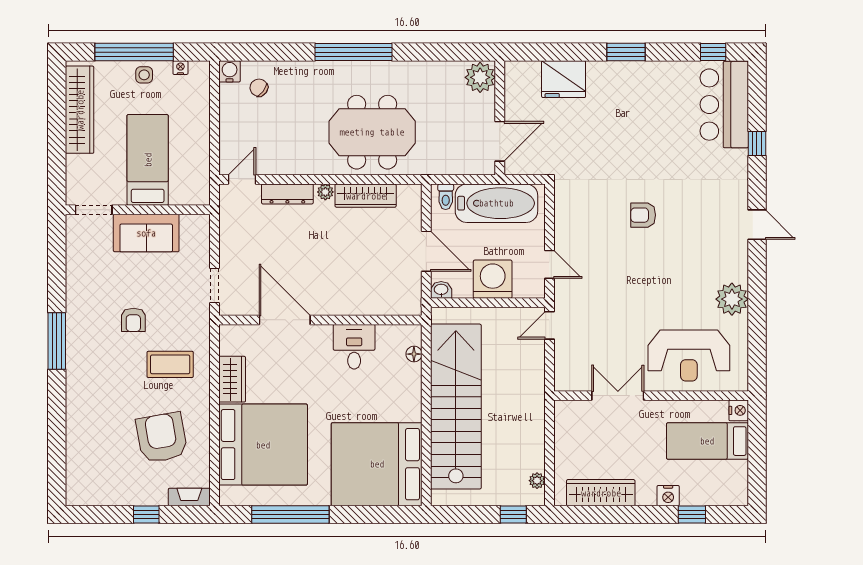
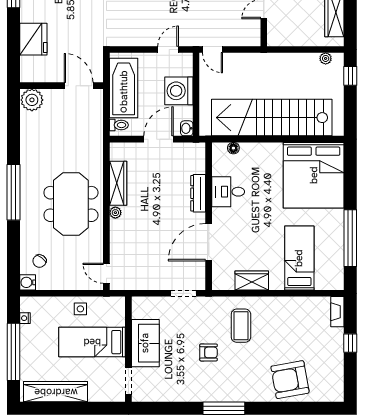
side table: (144, 75) -> (80, 309), moved
meeting table: (372, 132) -> (71, 204), moved
dresser: (287, 194) -> (198, 193), moved, turned 180
armchair: (162, 438) -> (290, 380), moved
bed: (263, 445) -> (299, 258), width x0.49

